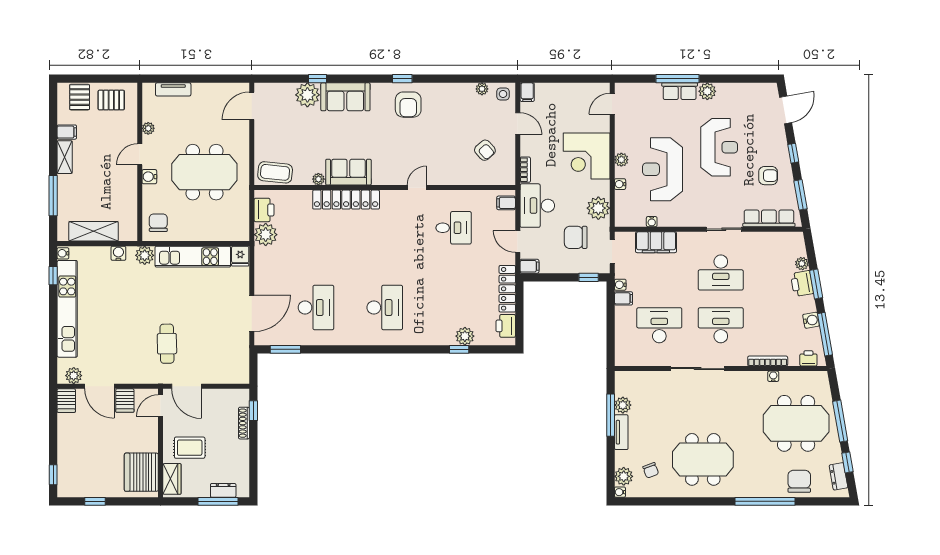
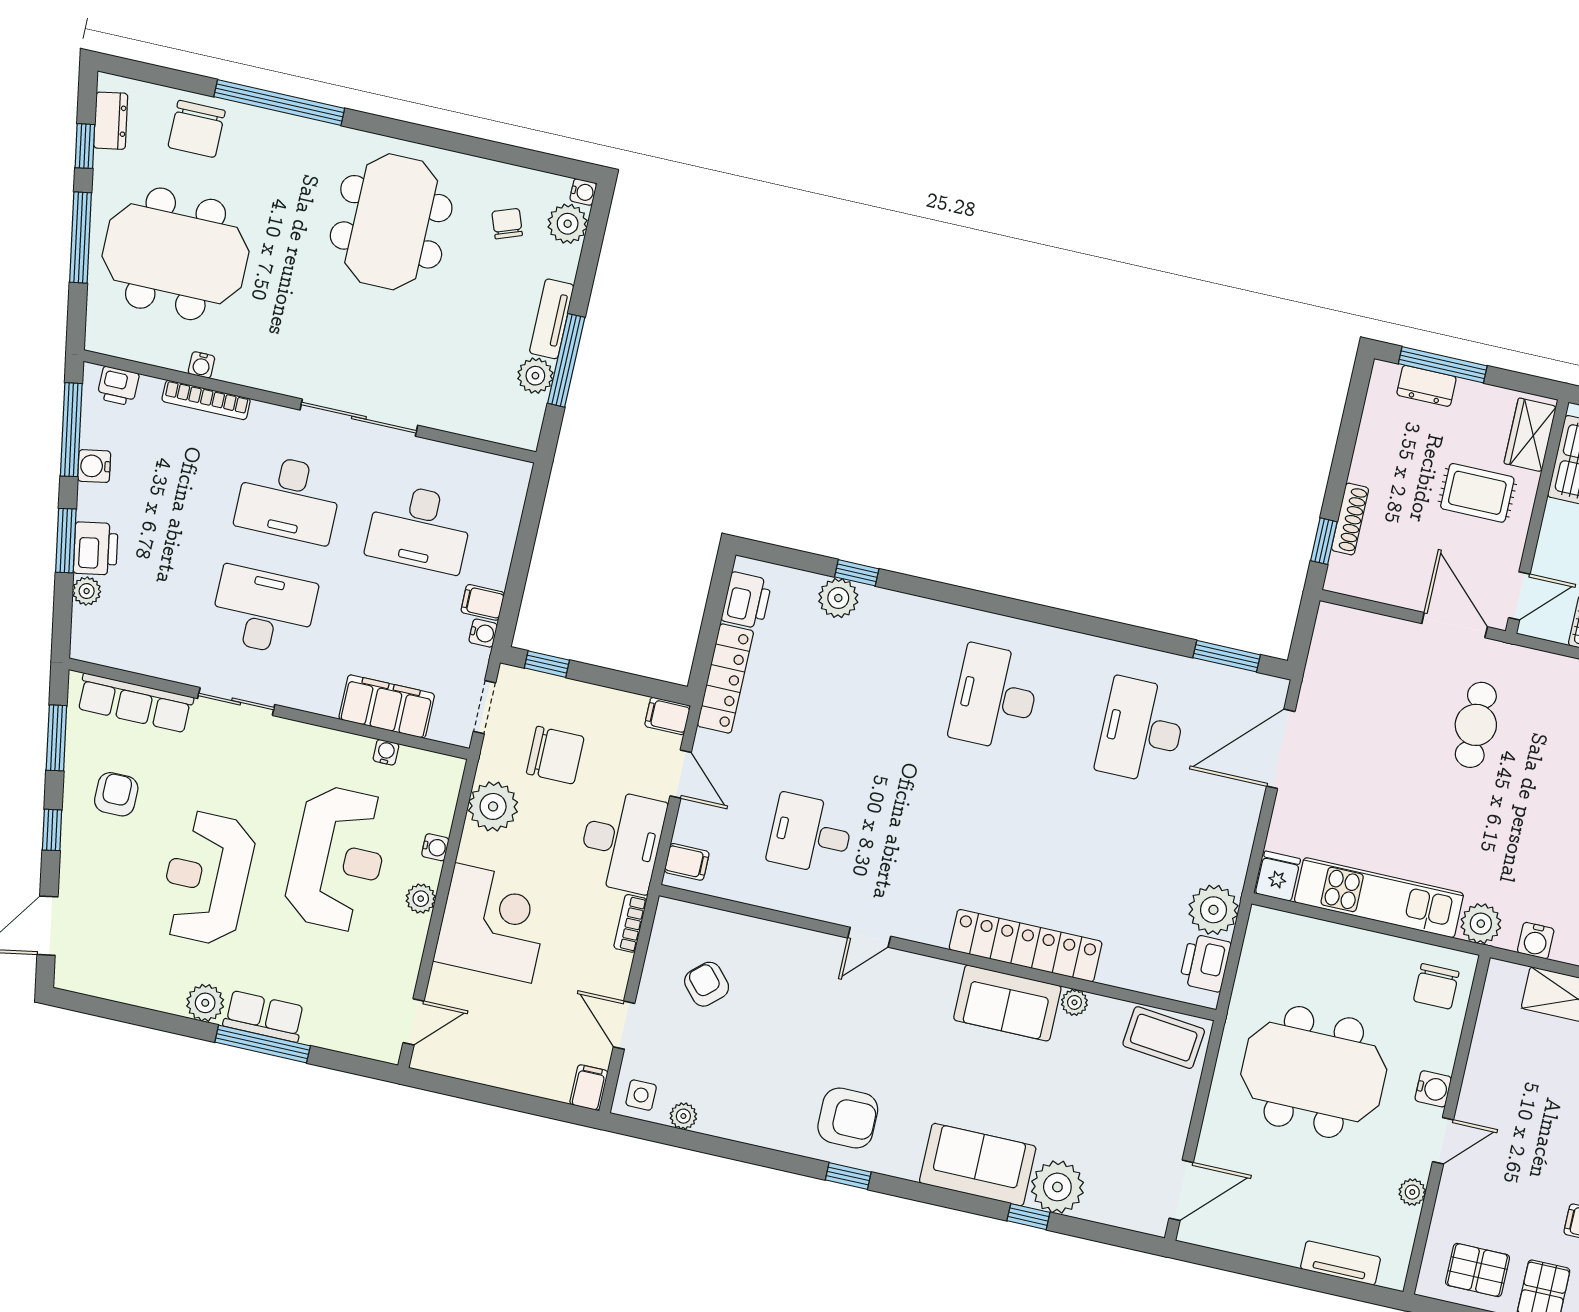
armchair: (408, 105) -> (848, 1118), turned 90
armchair: (768, 176) -> (116, 794), turned 90
meeting table: (703, 459) -> (391, 222), turned 90

